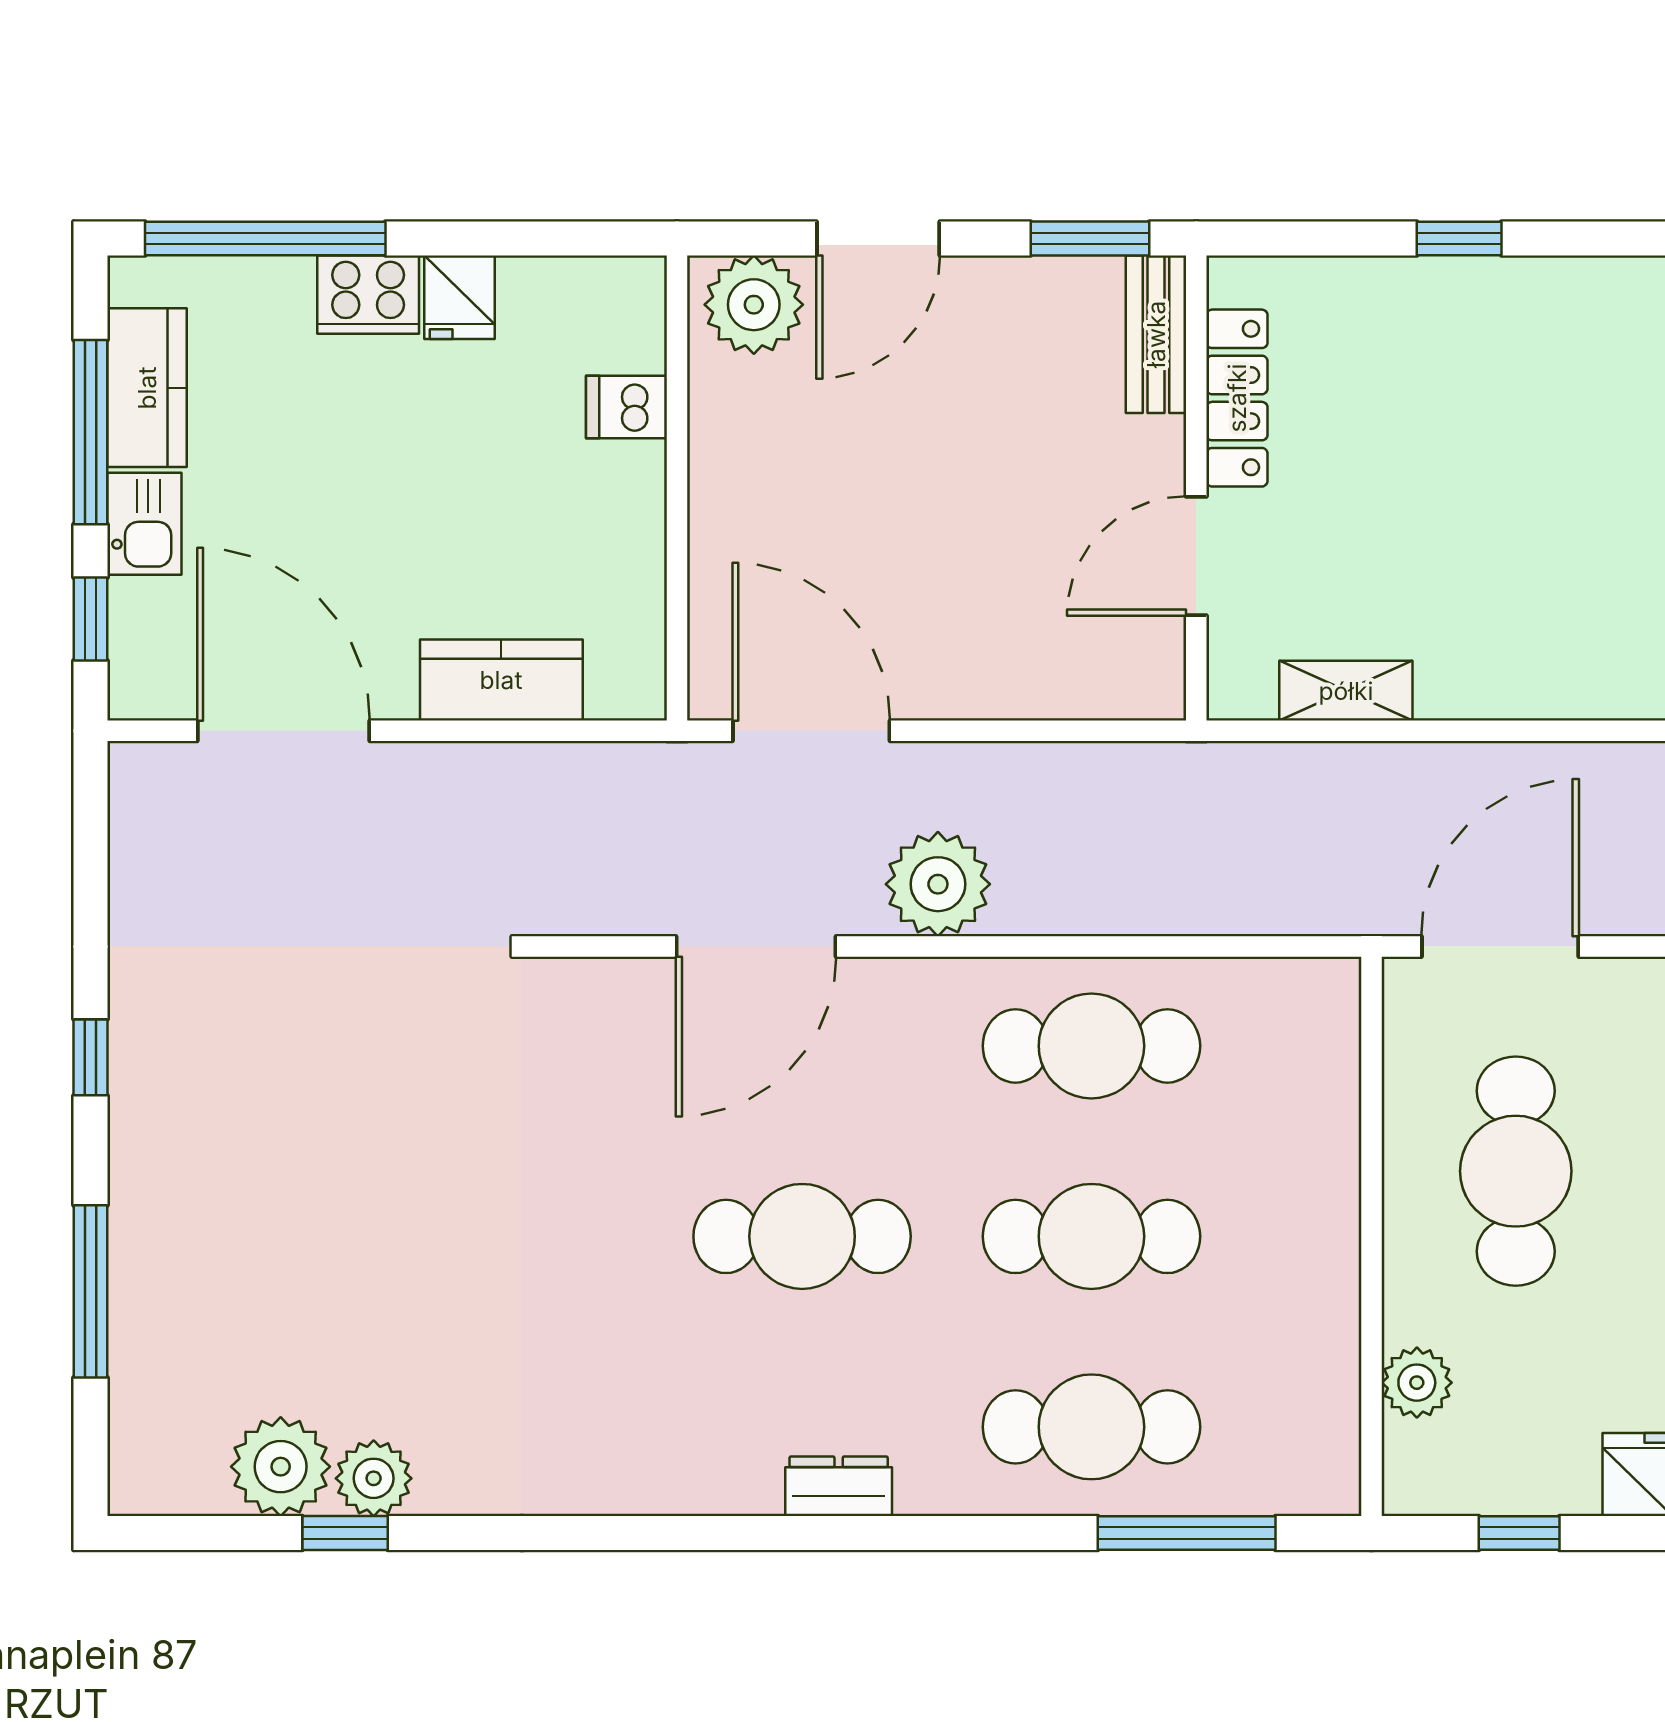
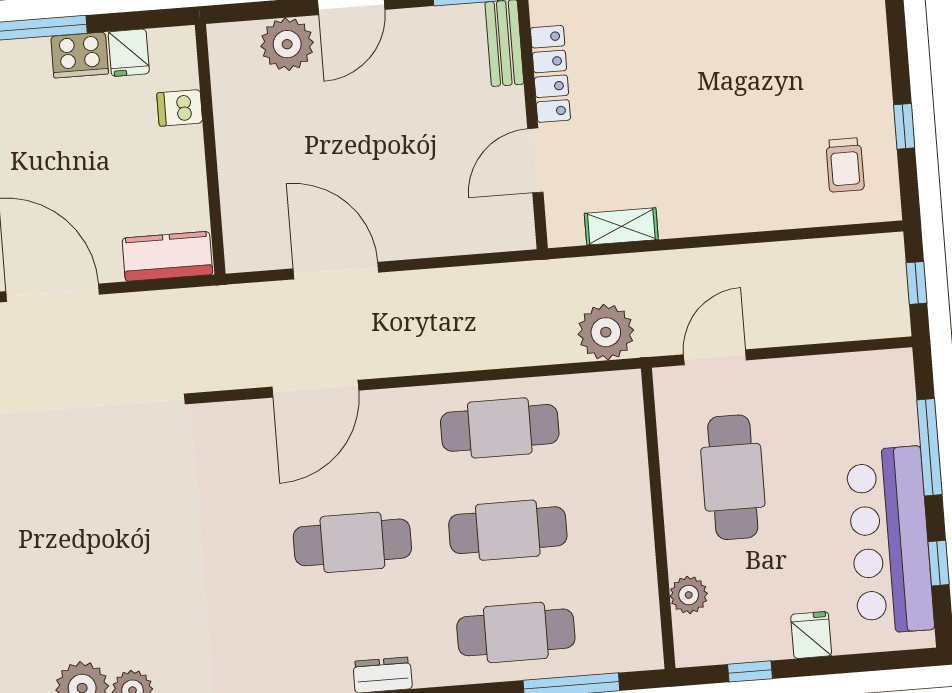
dishwasher: (627, 407) -> (180, 108), moved
wall: (677, 488) -> (210, 149), moved
plant: (938, 884) -> (606, 332), moved
door: (1500, 946) -> (715, 357), width x0.73

